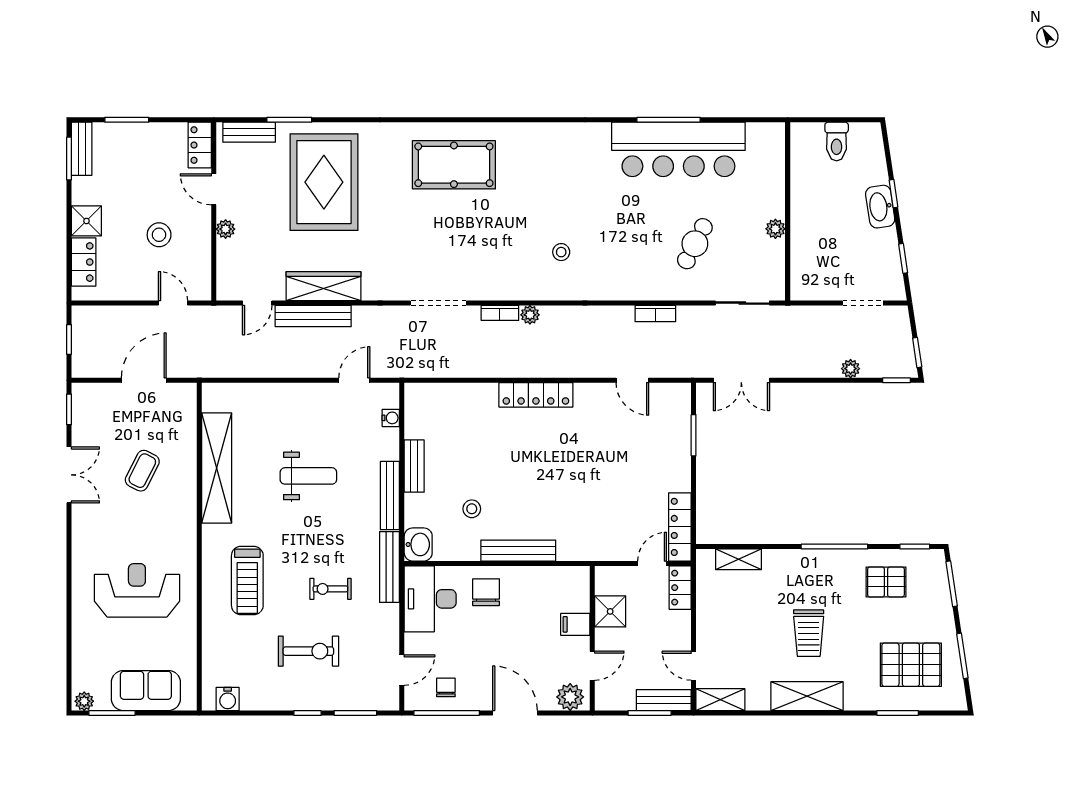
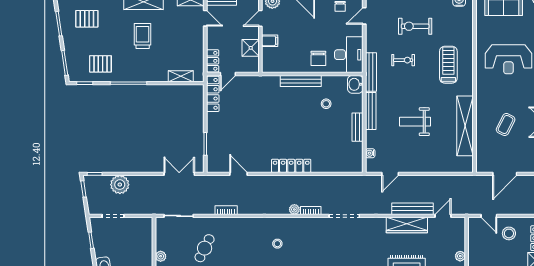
stool: (159, 235) -> (509, 233), moved
plant: (851, 369) -> (120, 185), width x1.88, depth x1.88
pallet: (911, 665) -> (87, 19), width x0.67, depth x0.71

